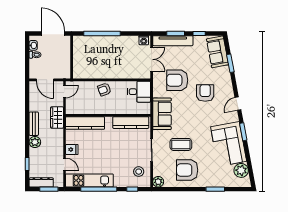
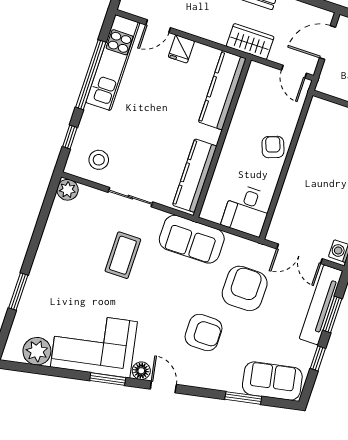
floor lamp: (234, 117) -> (141, 371), added
armchair: (187, 170) -> (71, 251), removed

